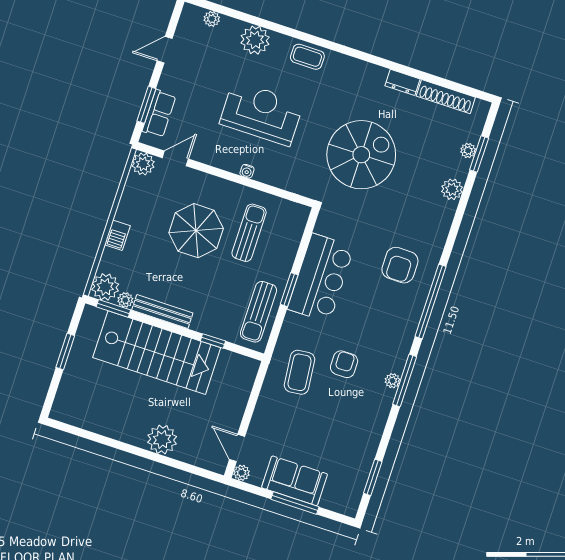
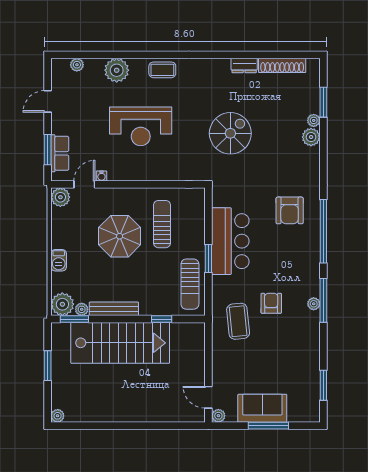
reception desk: (261, 113) -> (141, 126), turned 180
plant: (468, 151) -> (314, 120), moved
spiral stairs: (361, 155) -> (230, 133), width x0.73, depth x0.73
water cooler: (247, 171) -> (101, 176), moved
plant: (162, 439) -> (58, 416), moved, width x0.53, depth x0.53

